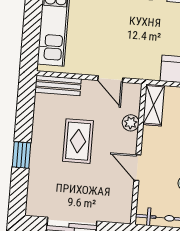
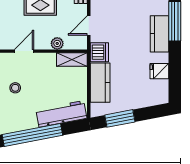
dishwasher: (147, 68) -> (99, 52), added

